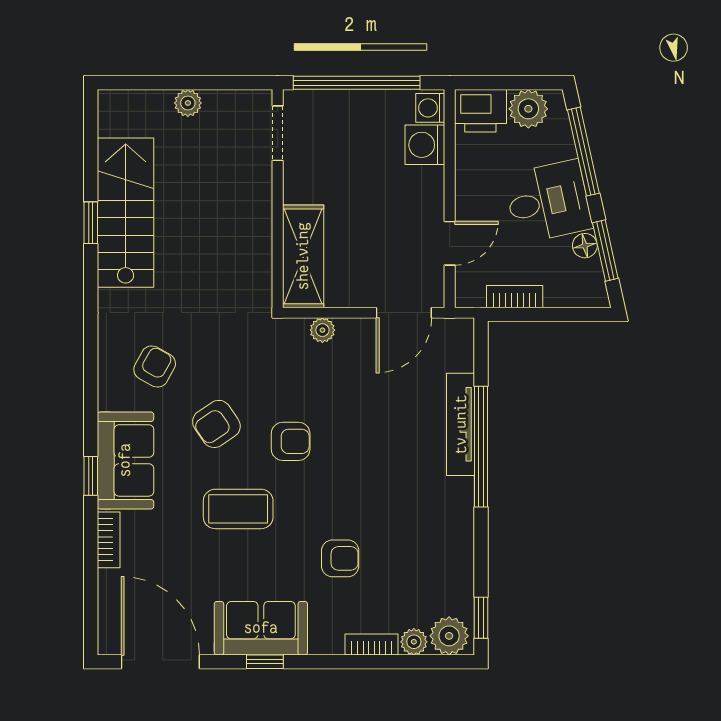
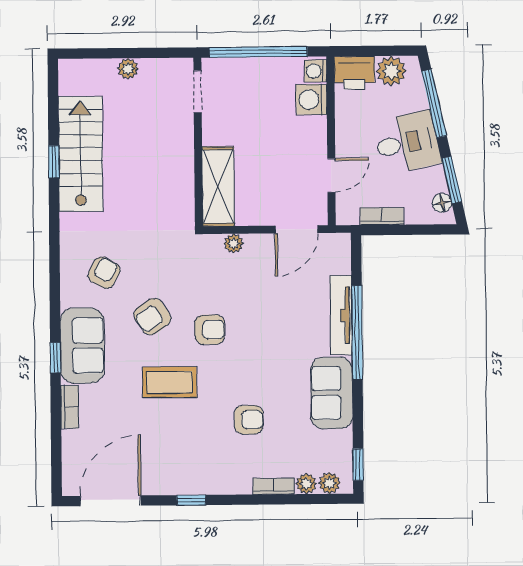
floor lamp: (585, 246) -> (442, 203), moved
sofa: (261, 628) -> (332, 393), moved, turned -90
plant: (449, 636) -> (329, 483), width x0.73, depth x0.73
door: (160, 662) -> (111, 501), hinge flipped

